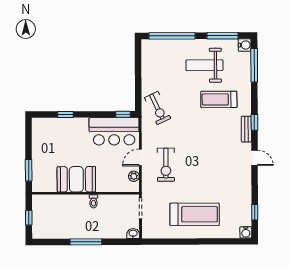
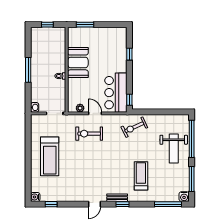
weight bench: (204, 65) -> (174, 148), moved, turned 180

